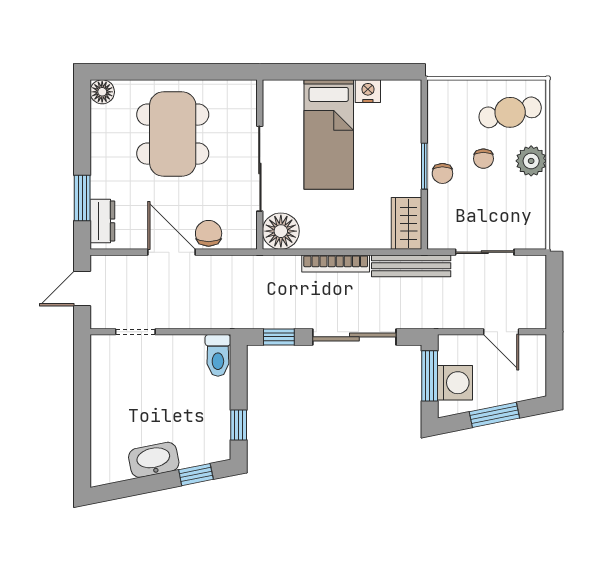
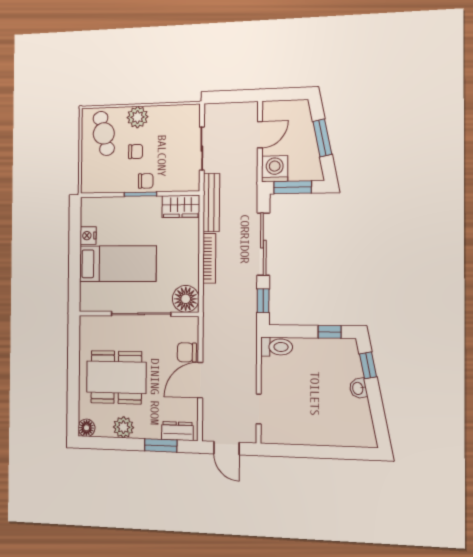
plant: (105, 145) -> (123, 427), added
washing machine: (455, 383) -> (275, 169), moved
washbasin: (154, 460) -> (358, 388), width x0.52, depth x0.69

